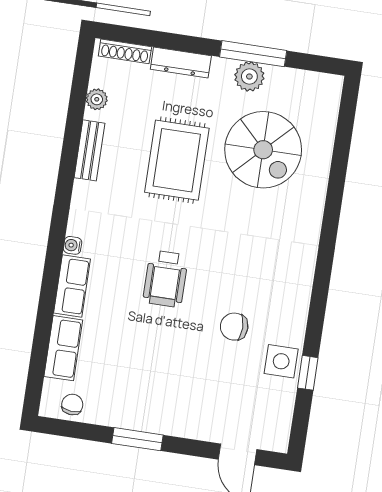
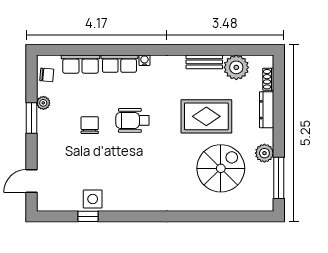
shoe rack: (125, 51) -> (268, 79), width x0.70
window: (253, 54) -> (279, 178), moved
plant: (97, 99) -> (236, 67), width x1.88, depth x1.88
spiral stairs: (263, 150) -> (221, 168), turned 180
chair: (234, 327) -> (90, 125), moved
plant: (116, 417) -> (43, 103), added

